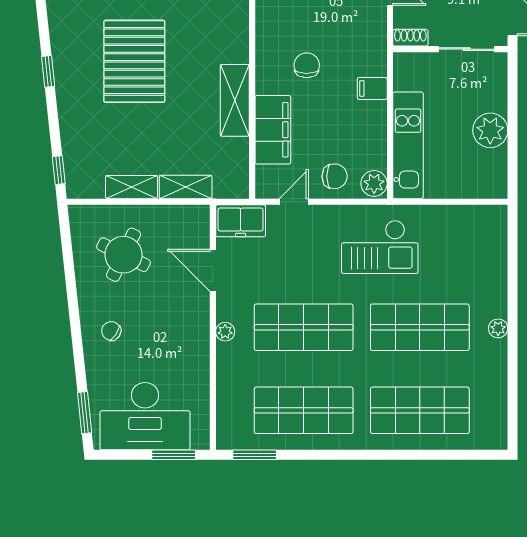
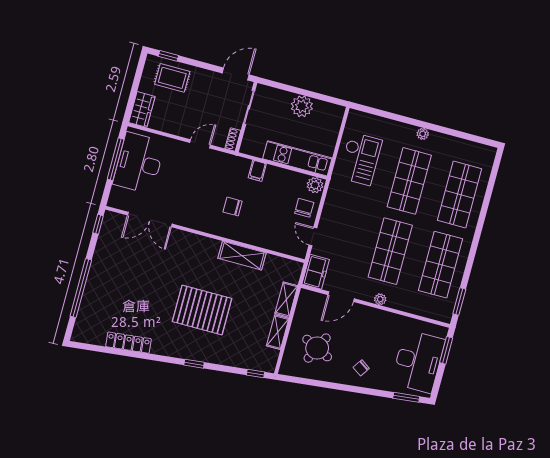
filing cabinet: (273, 130) -> (266, 237), removed
checkout: (380, 247) -> (360, 159), moved

